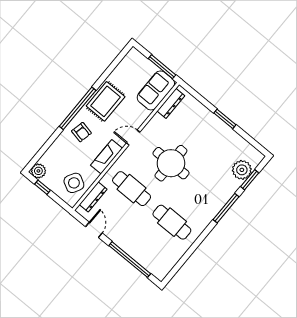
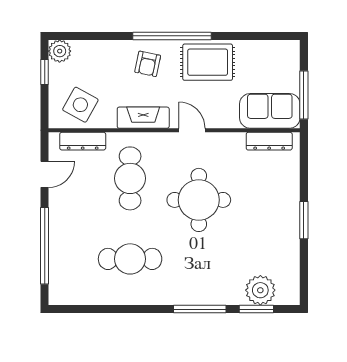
cafe table: (172, 222) -> (130, 259), turned 90

